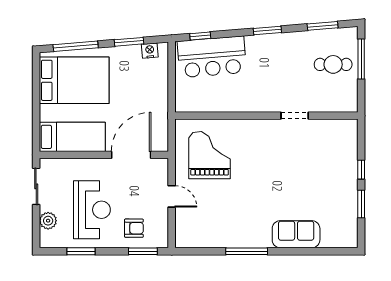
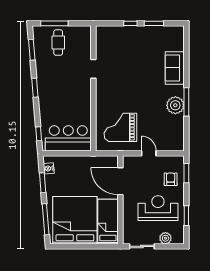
bar counter: (212, 57) -> (68, 138), moved, turned -85
bed: (74, 80) -> (75, 220), width x1.36
door: (172, 196) -> (149, 153), hinge flipped
plant: (242, 235) -> (175, 105), added

